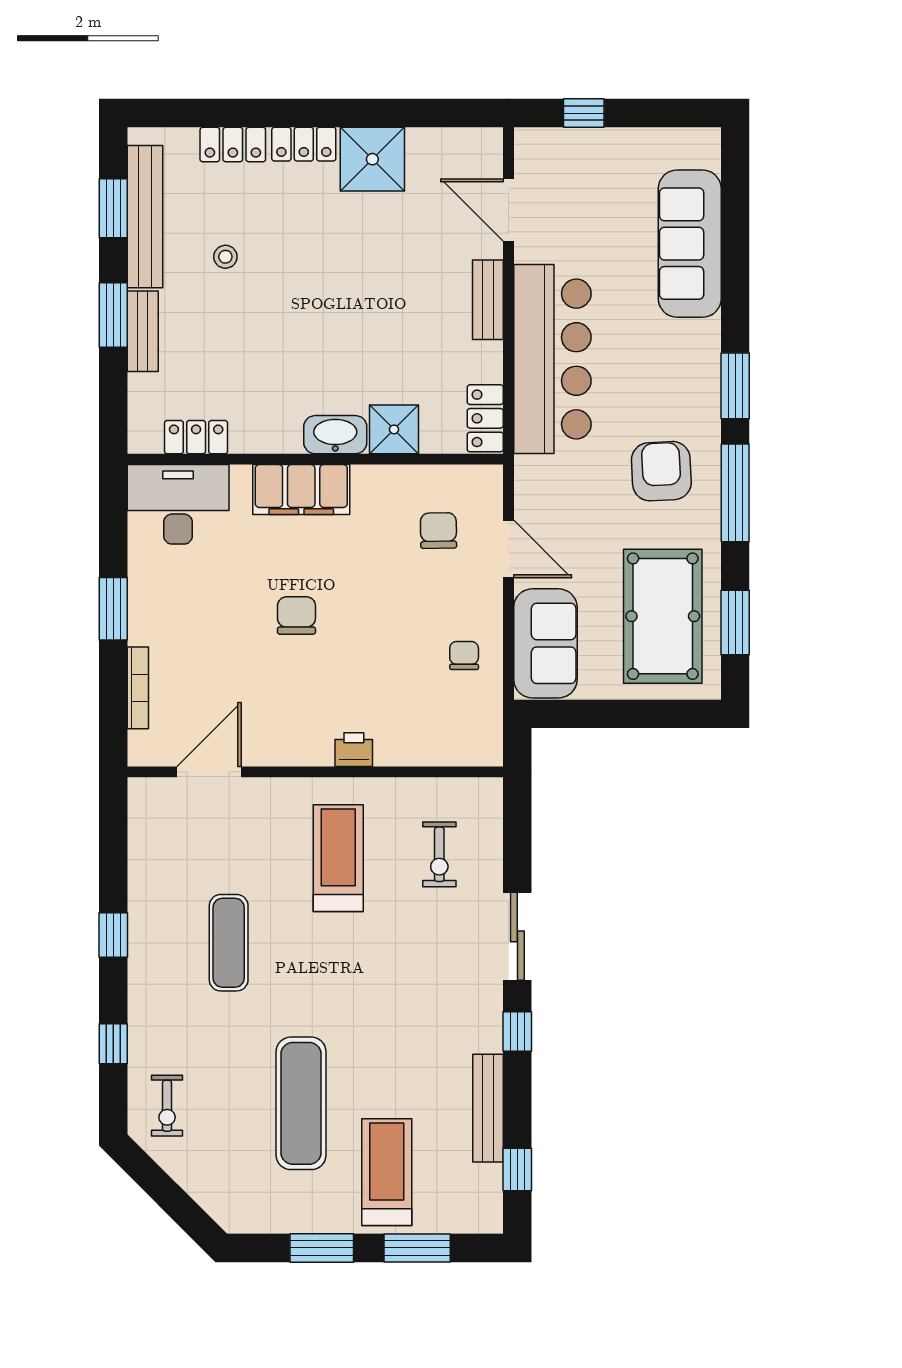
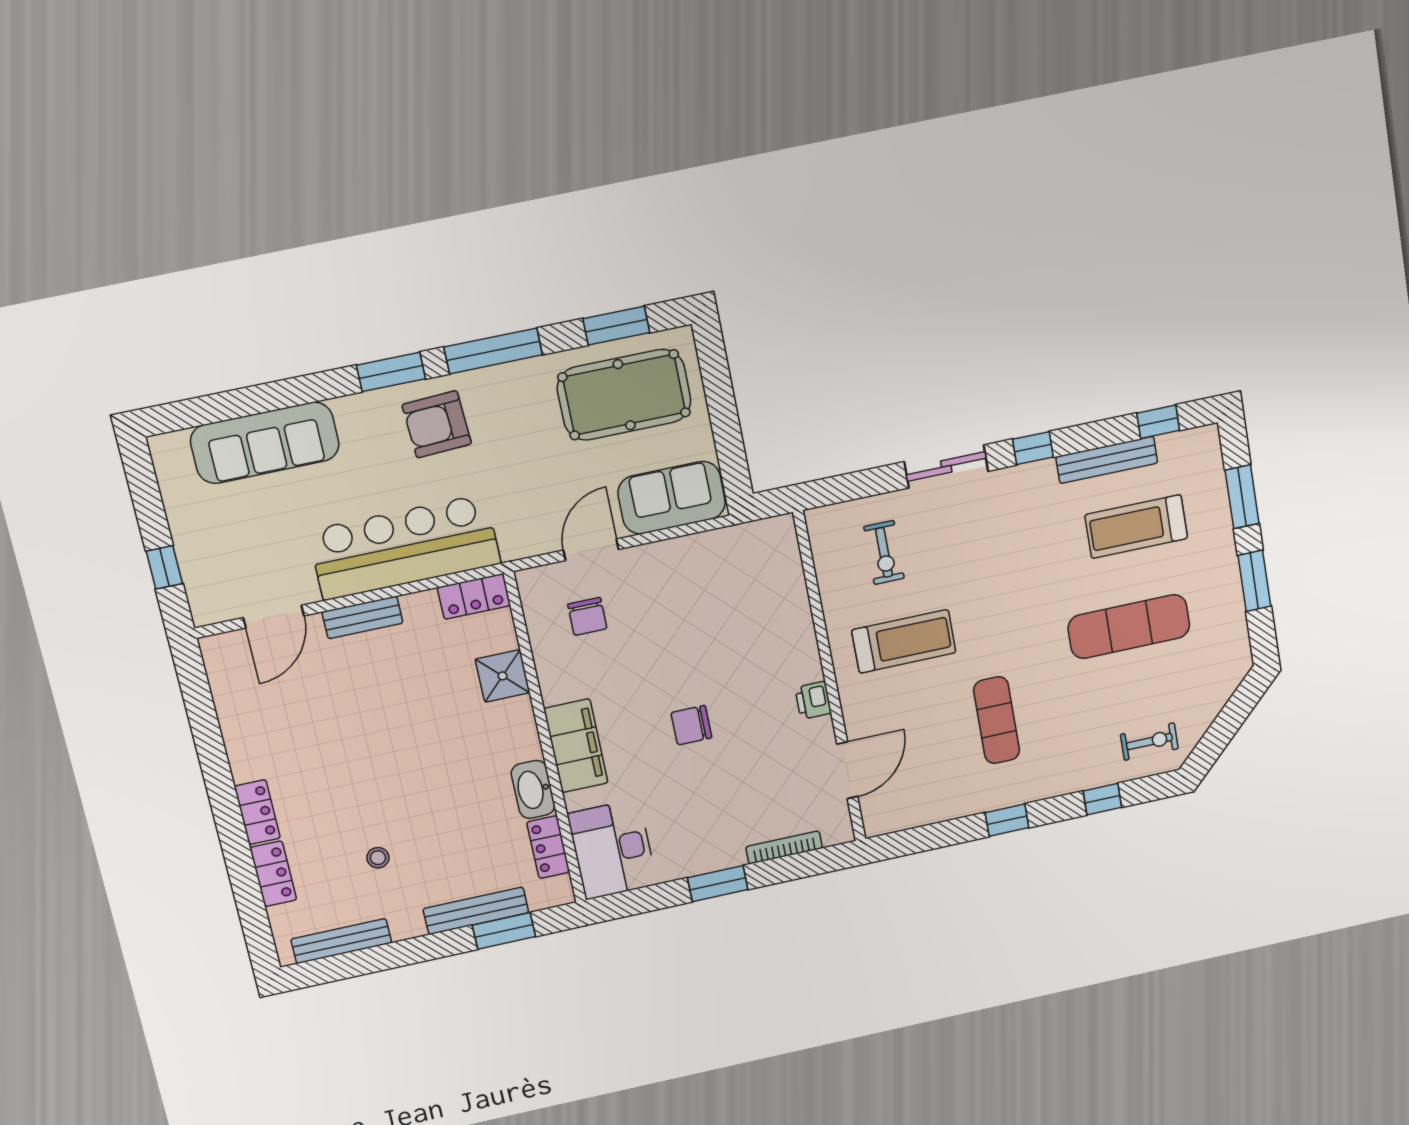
shower: (372, 159) -> (256, 749), removed
window: (113, 208) -> (357, 963), removed
bench: (145, 217) -> (341, 941), width x0.73, depth x0.82
window: (113, 315) -> (504, 931), moved
bench: (143, 331) -> (476, 911), width x1.36
washbasin: (335, 435) -> (533, 789), moved
armchair: (661, 471) -> (437, 424), moved
chair: (438, 531) -> (587, 616), turned -89
chair: (464, 655) -> (698, 569), removed
printer: (354, 750) -> (813, 700), moved
door: (209, 772) -> (847, 770), swing flipped
exercise bike: (439, 854) -> (884, 552), turned 90
treadmill: (338, 858) -> (904, 641), turned 180
exercise mat: (229, 943) -> (997, 720), turned 90
treadmill: (387, 1172) -> (1136, 527), moved

